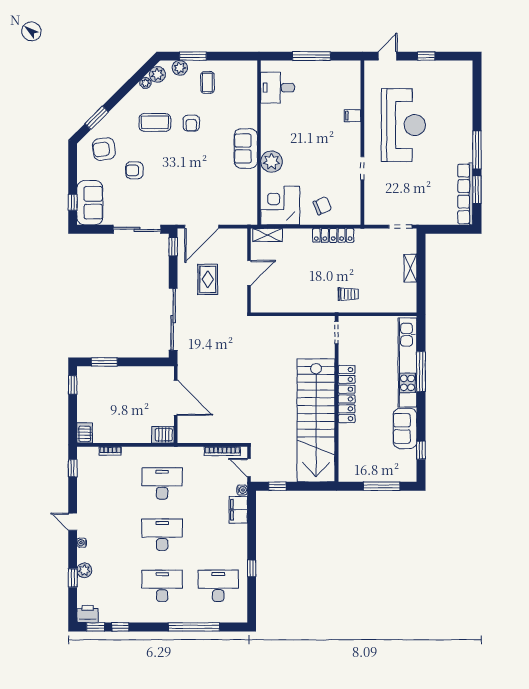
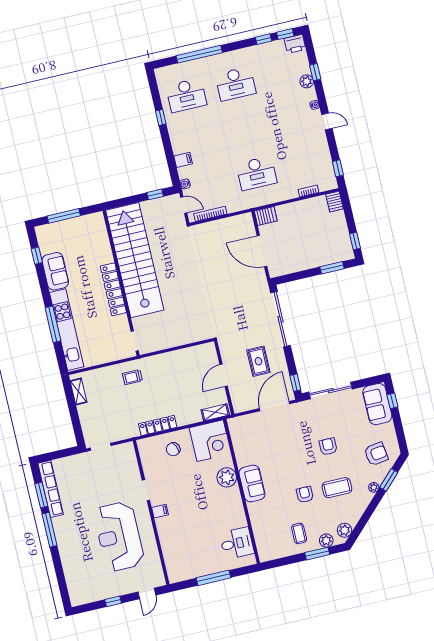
plant: (145, 83) -> (374, 487), moved
filing cabinet: (353, 116) -> (160, 511), moved
armchair: (134, 170) -> (328, 447), moved, turned -90
shelving: (410, 268) -> (78, 392), moved
filing cabinet: (238, 510) -> (183, 160), width x0.50
desk: (162, 535) -> (246, 129), removed

